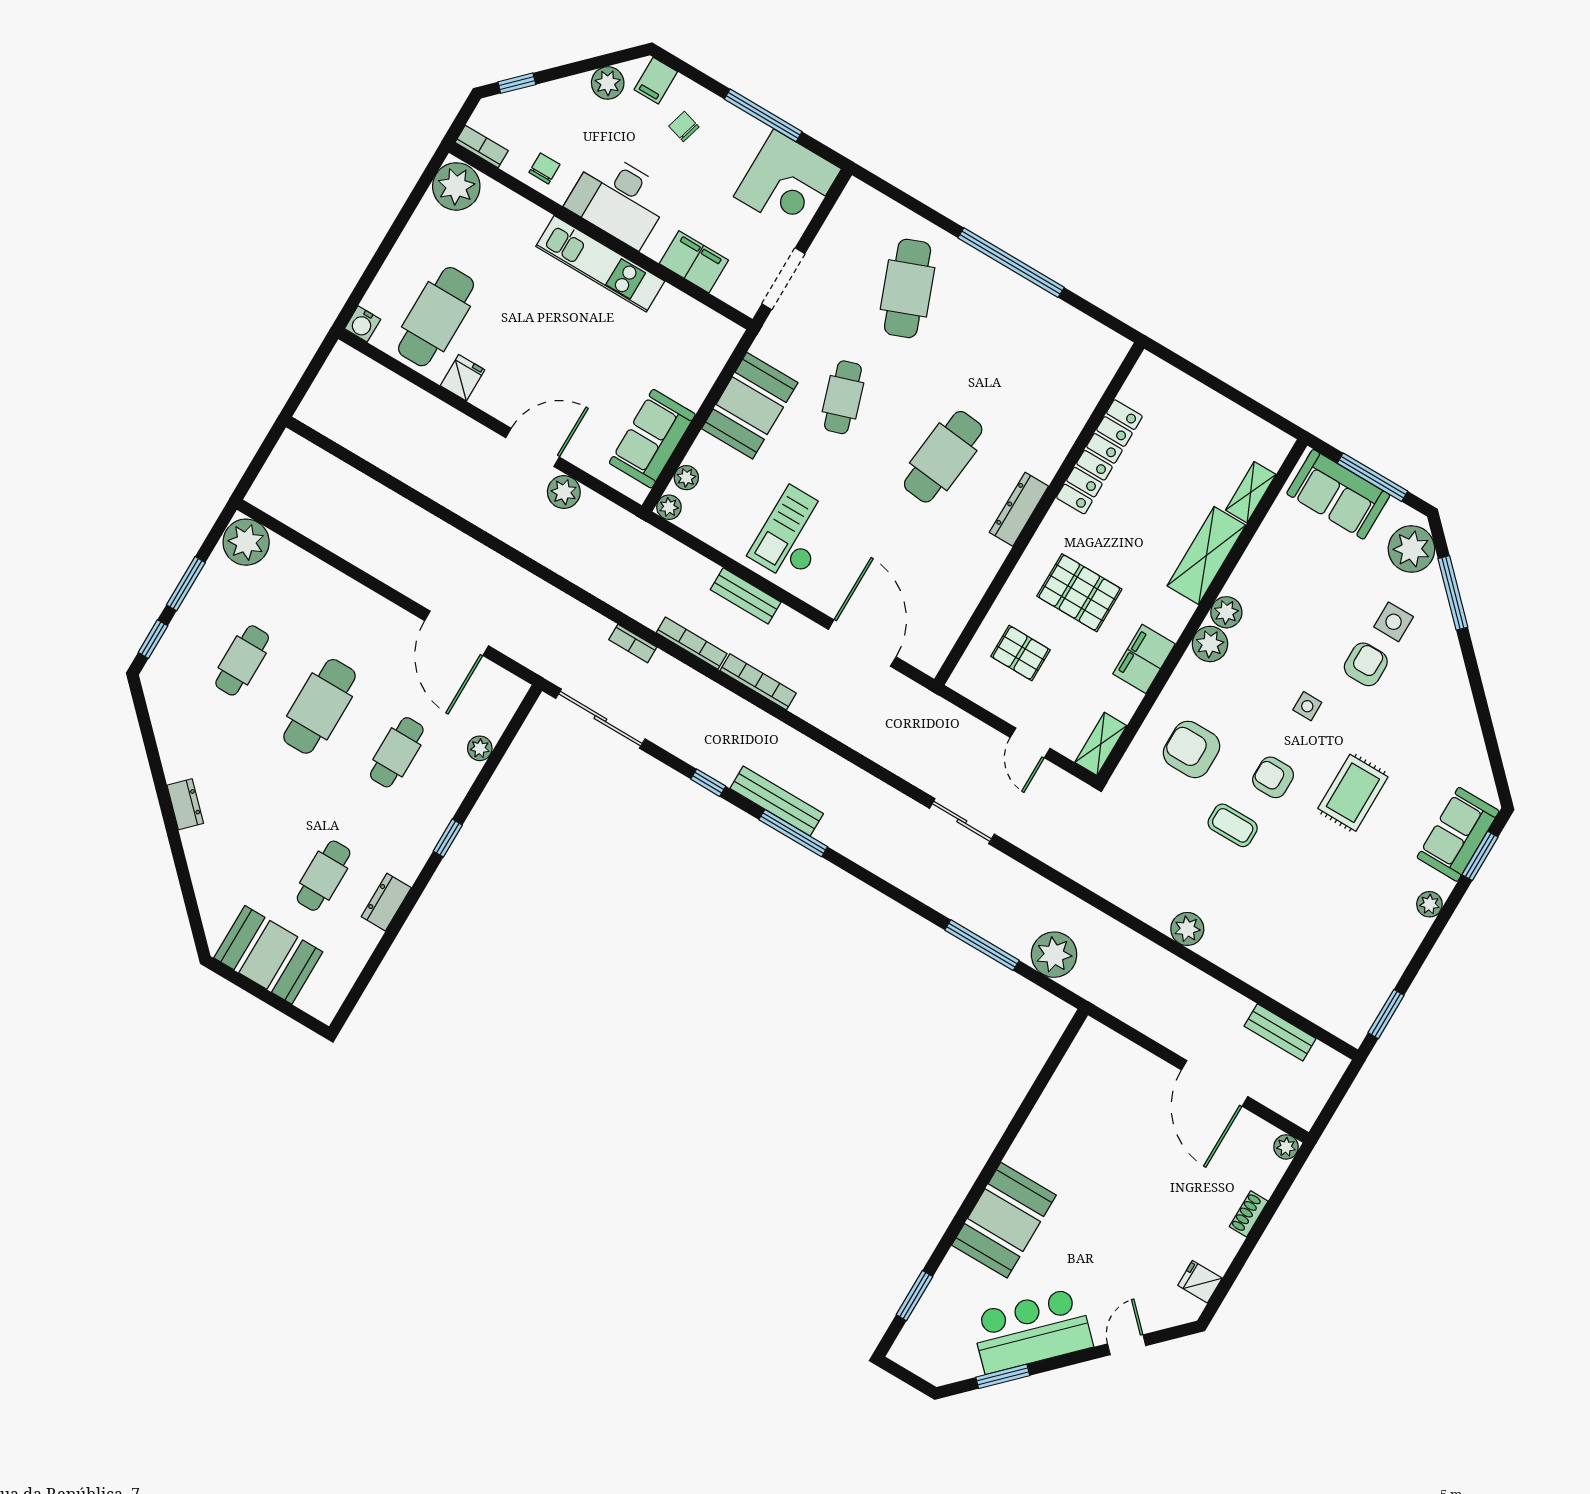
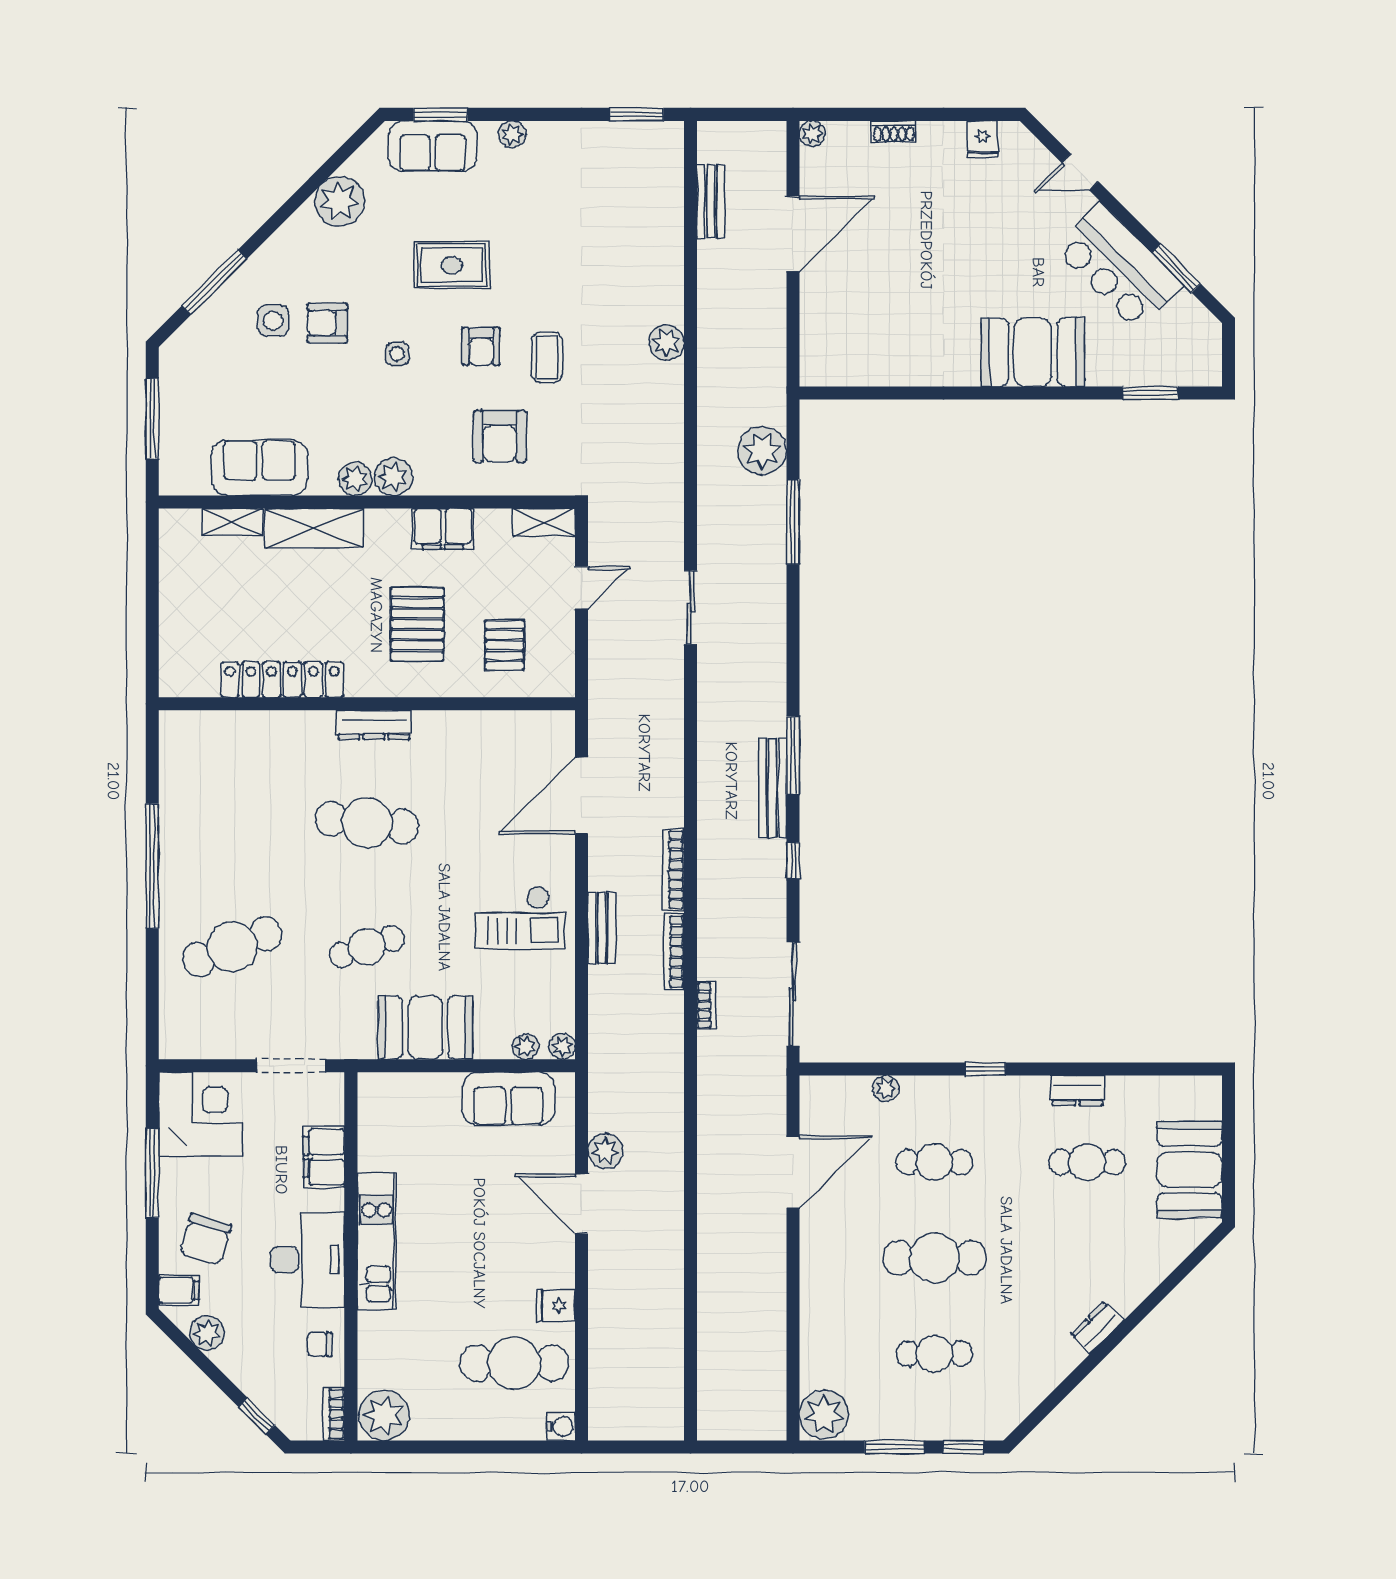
chair: (684, 126) -> (206, 1240), width x1.87, depth x1.87
sofa: (1338, 494) -> (259, 468), moved, turned -90
plant: (1411, 549) -> (340, 201), moved

